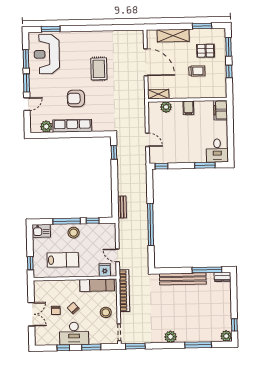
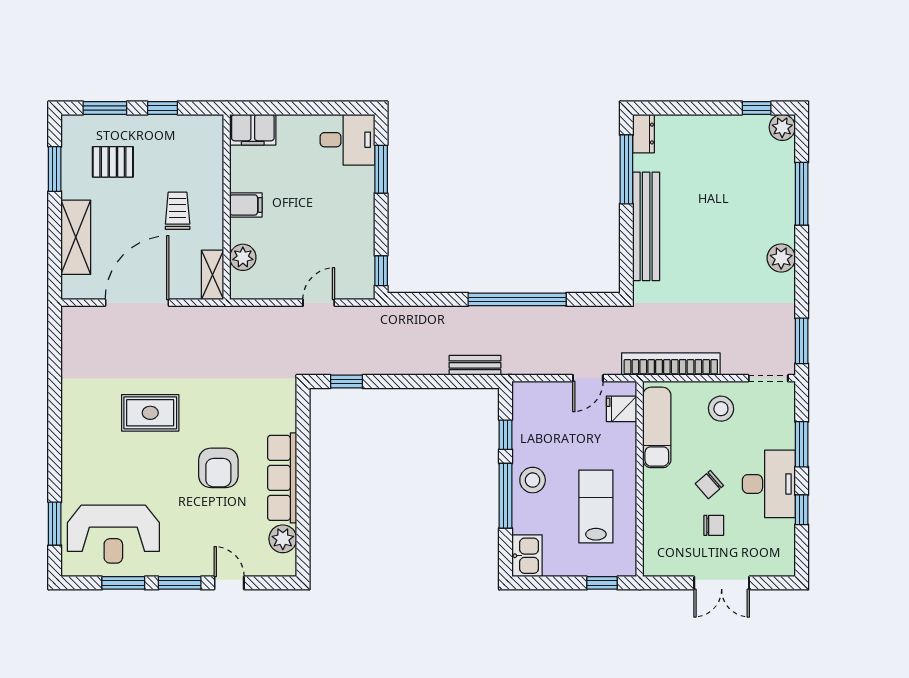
pallet: (206, 51) -> (113, 162), turned 90
trolley: (197, 71) -> (178, 211), moved
double door: (31, 314) -> (722, 583), swing flipped

